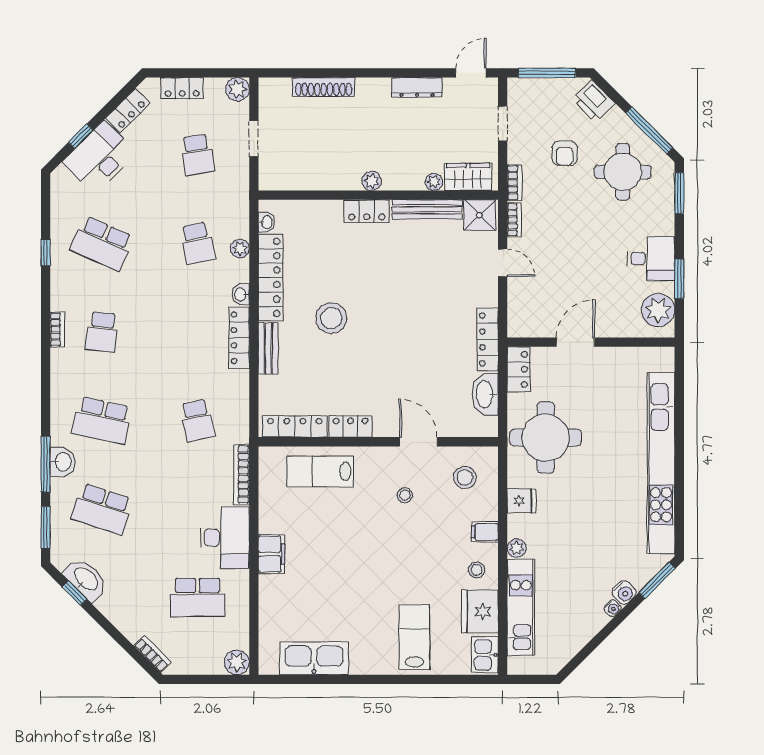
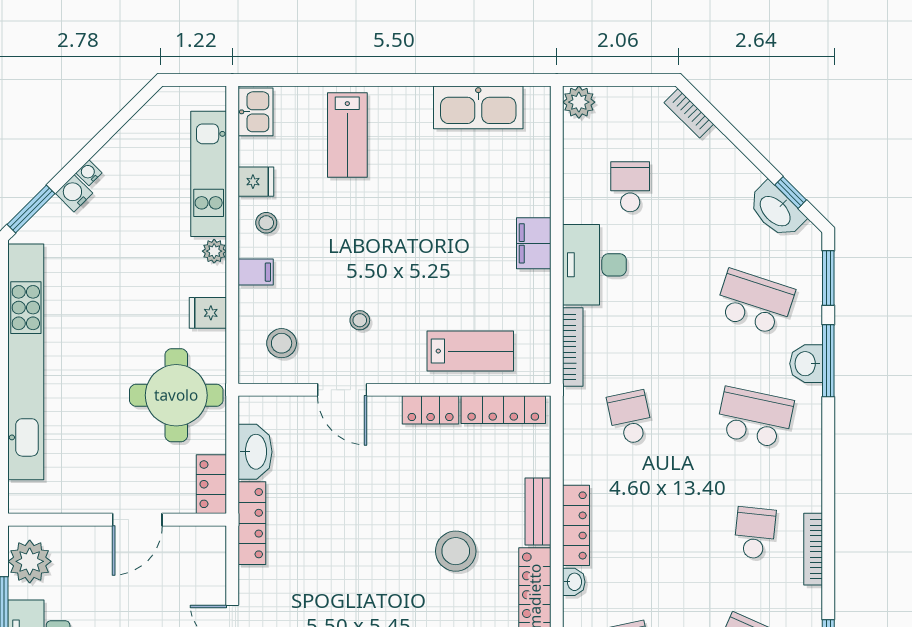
bookcase: (57, 329) -> (813, 549), width x1.56
school desk: (197, 597) -> (630, 187), width x0.54
fridge: (480, 611) -> (256, 182), width x0.53, depth x0.75

